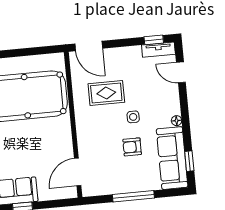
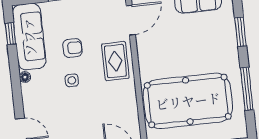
rug: (106, 93) -> (115, 61), moved, turned 90

